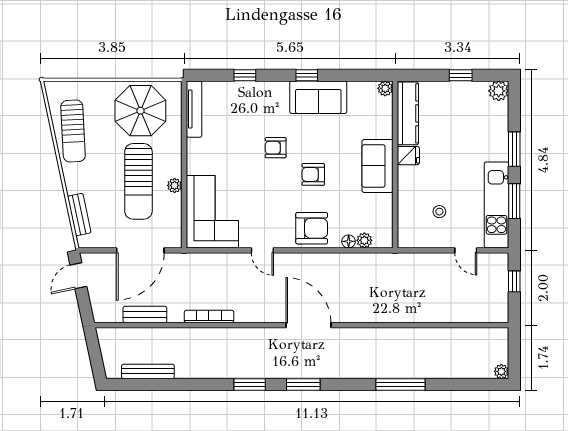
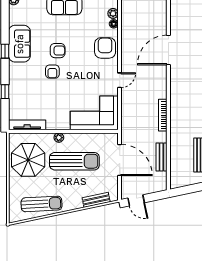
armchair: (313, 174) -> (58, 51), moved, turned -90
plant: (175, 185) -> (59, 138), moved

